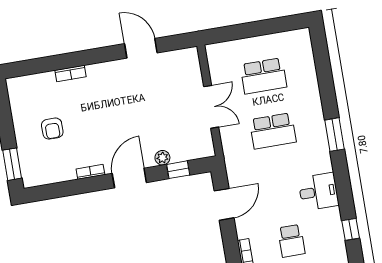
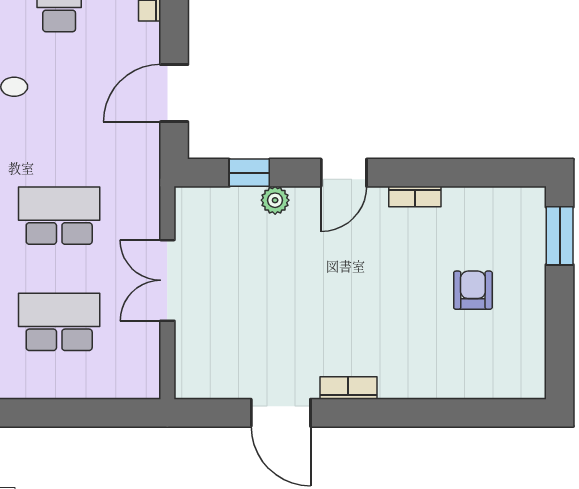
bookcase: (71, 73) -> (348, 388), moved
door: (129, 178) -> (344, 173), width x0.73

